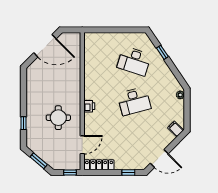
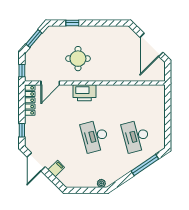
window: (162, 52) -> (145, 165), width x2.17
desk: (134, 61) -> (136, 136), turned -33
printer: (89, 106) -> (84, 93), width x1.87, depth x1.48
filing cabinet: (176, 129) -> (56, 169), moved
door: (82, 145) -> (50, 83), hinge flipped

